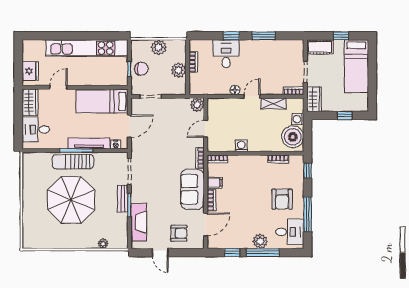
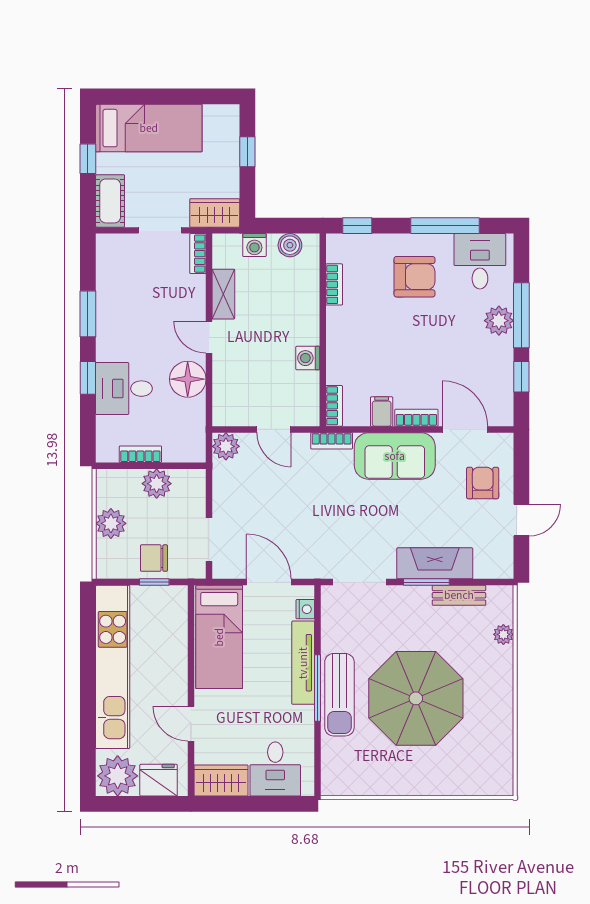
plant: (32, 51) -> (118, 776), added
chair: (141, 69) -> (154, 558), turned -90
floor lamp: (235, 90) -> (188, 379), width x1.89, depth x1.89
boiler: (293, 137) -> (290, 245), width x0.54, depth x0.54
bench: (123, 199) -> (459, 595), moved
fireplace: (139, 222) -> (435, 563), moved

